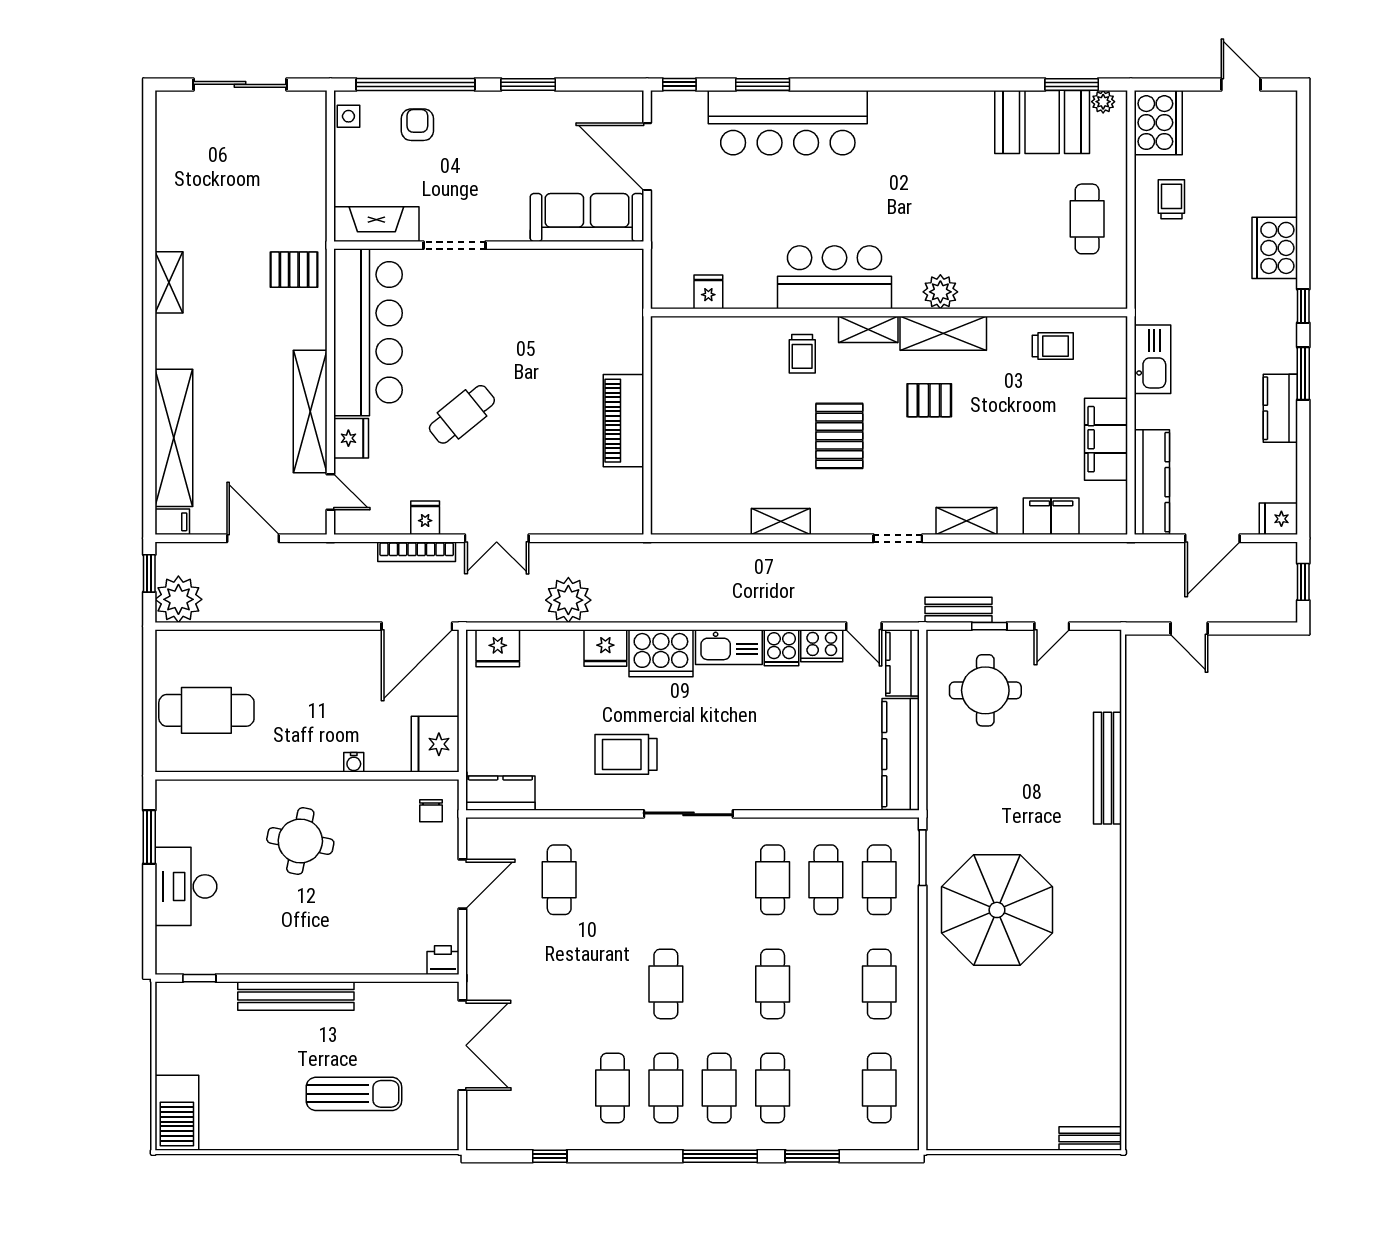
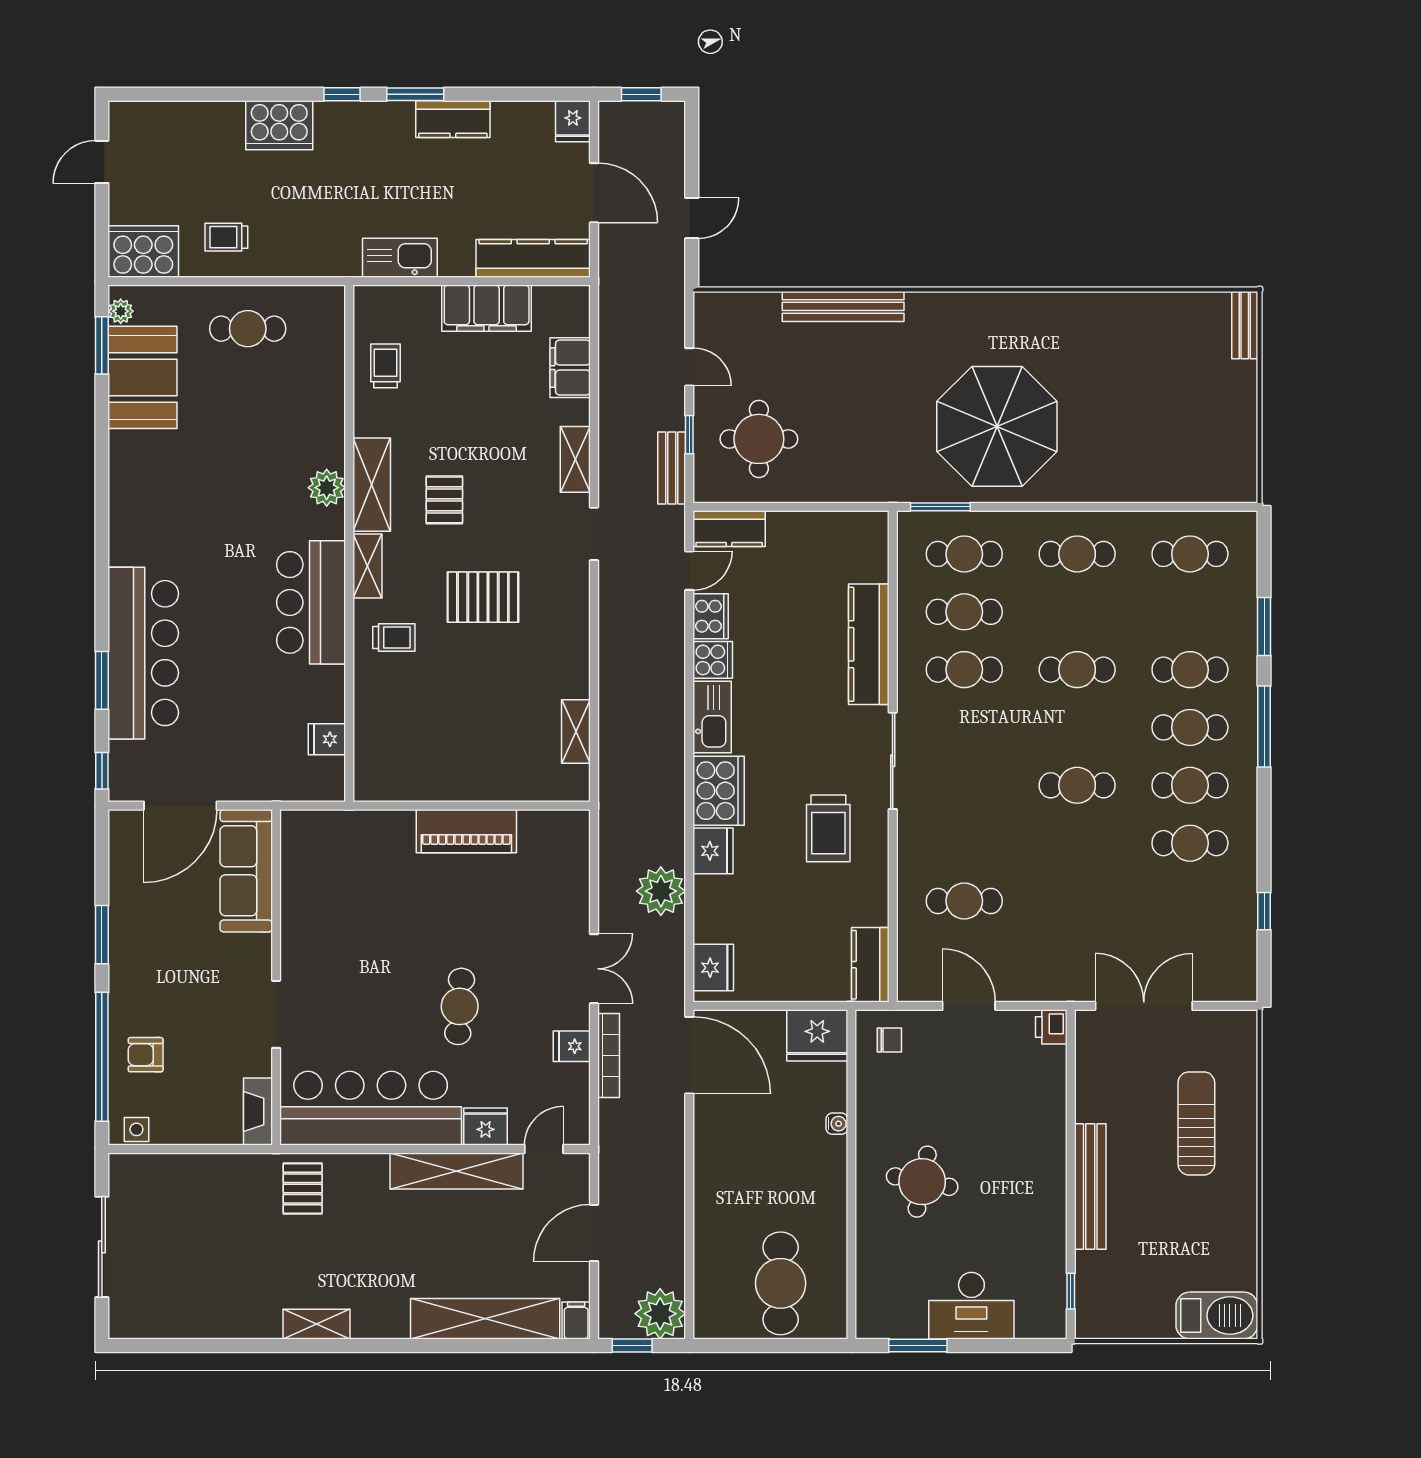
fireplace: (376, 224) -> (258, 1112), width x0.73, depth x0.76
cafe table: (462, 414) -> (460, 1006), turned 43
shelving: (781, 522) -> (576, 731), moved
kitchen counter: (901, 754) -> (869, 644), moved, turned 90

